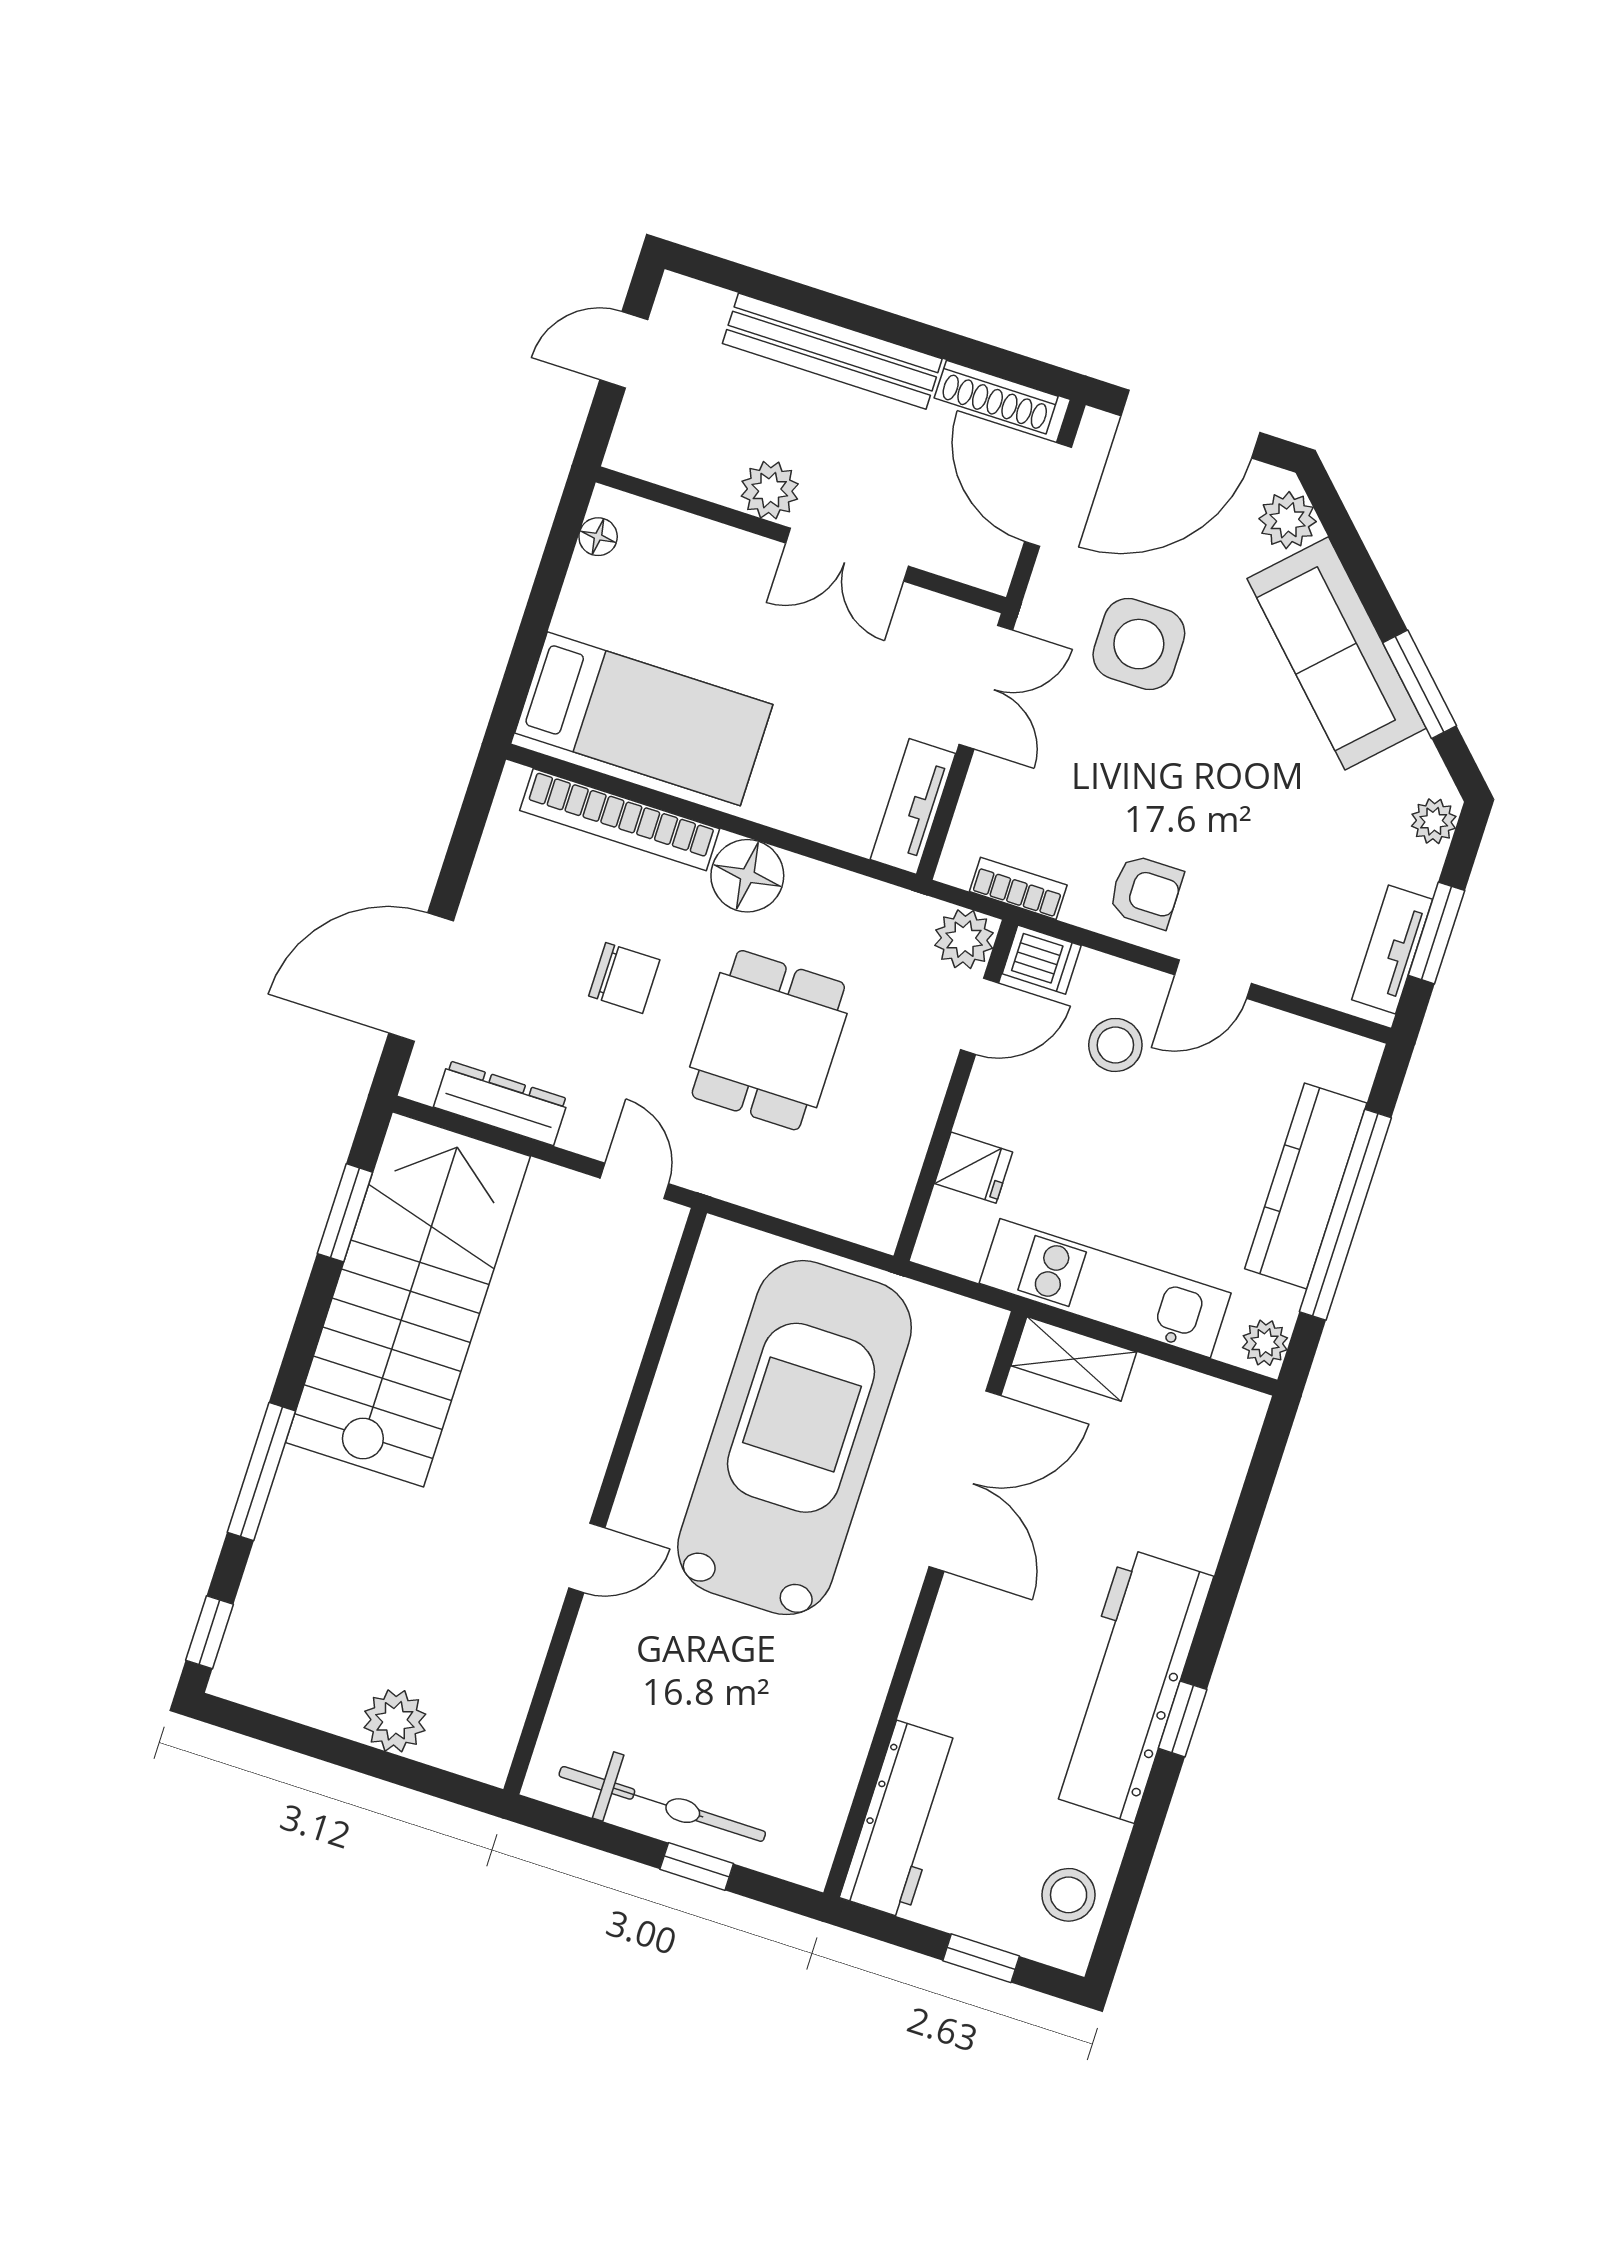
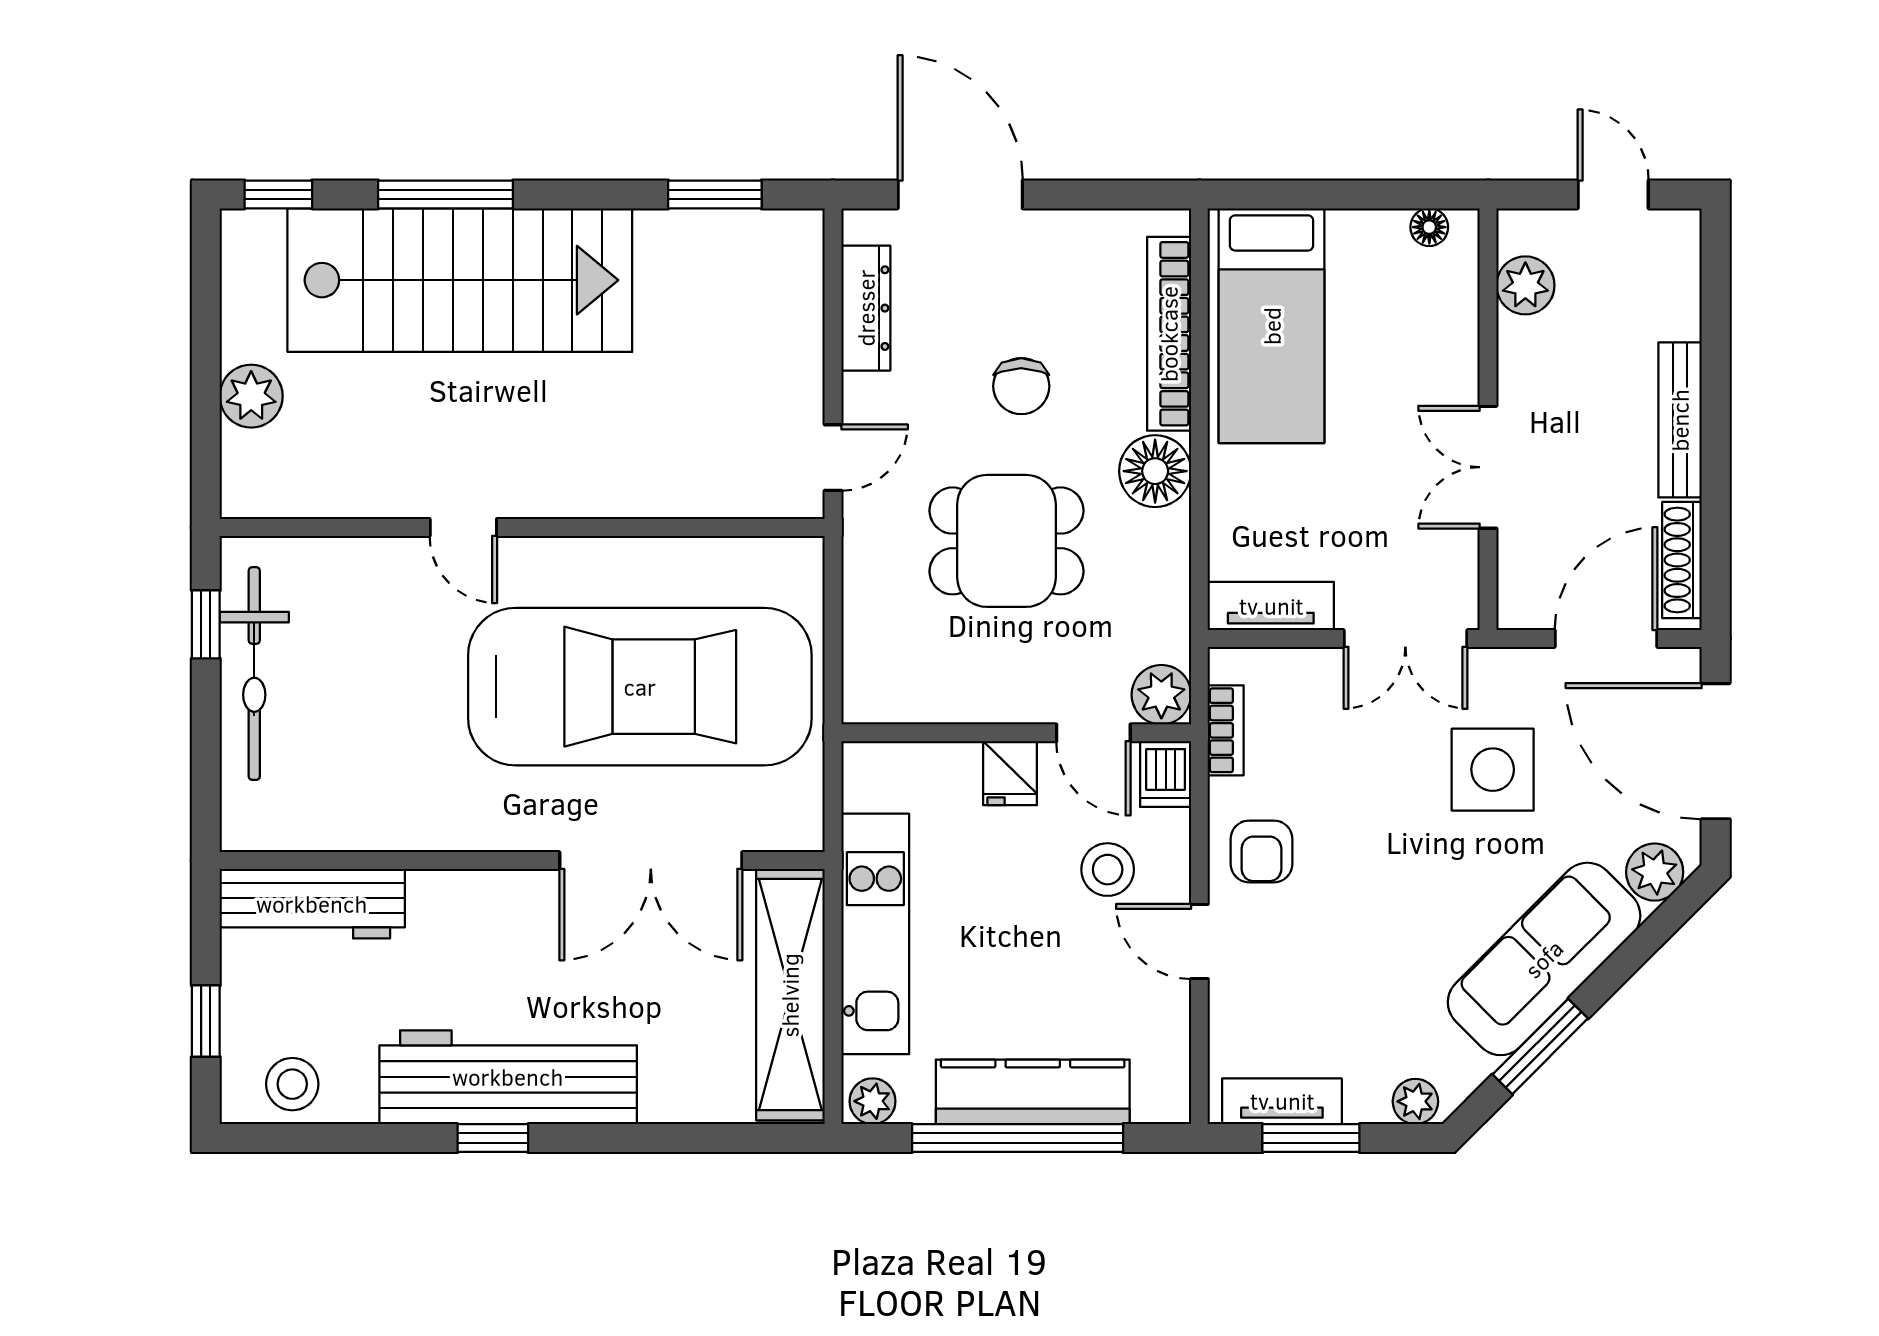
bench: (832, 351) -> (1680, 420), width x0.73, depth x0.82
plant: (770, 490) -> (1525, 285), moved
fridge: (974, 1168) -> (1010, 773), moved
stairs: (408, 1299) -> (460, 280), moved
shelving: (1074, 1359) -> (790, 995), width x2.20, depth x1.33
window: (697, 1866) -> (206, 624), moved

